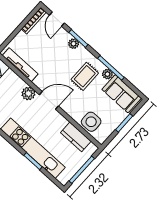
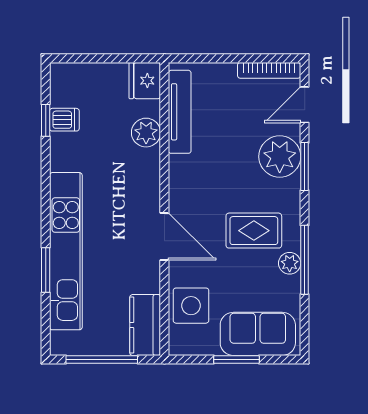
plant: (74, 44) -> (280, 157), width x1.88, depth x1.88
plant: (28, 94) -> (146, 133), moved
sofa: (122, 94) -> (258, 334), moved, turned 90
door: (49, 100) -> (164, 237), moved
kitchen counter: (76, 137) -> (145, 325), moved

